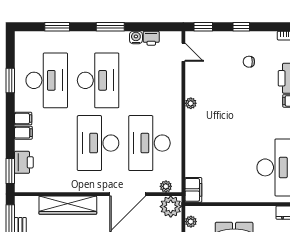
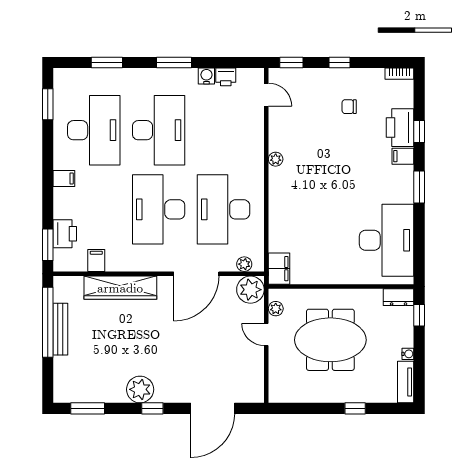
window: (10, 81) -> (48, 104), moved
filing cabinet: (23, 133) -> (96, 260), moved, turned -90

